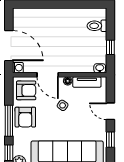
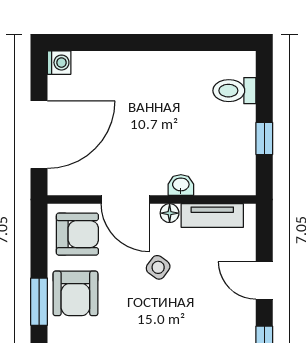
door: (9, 46) -> (39, 135), hinge flipped
washing machine: (18, 68) -> (59, 63), moved
washbasin: (100, 68) -> (181, 185), moved
window: (9, 121) -> (39, 302), width x0.69

